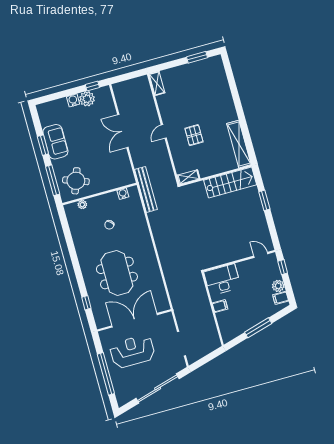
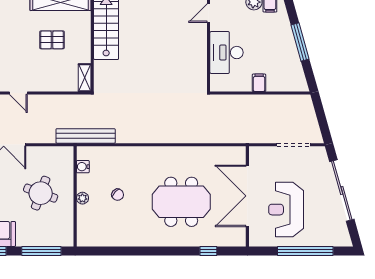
pallet: (194, 135) -> (52, 40), moved
round table: (76, 181) -> (41, 193), moved
plant: (82, 205) -> (82, 198), moved
desk: (222, 280) -> (227, 53), moved

